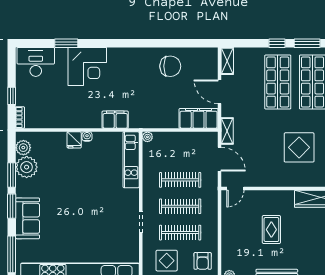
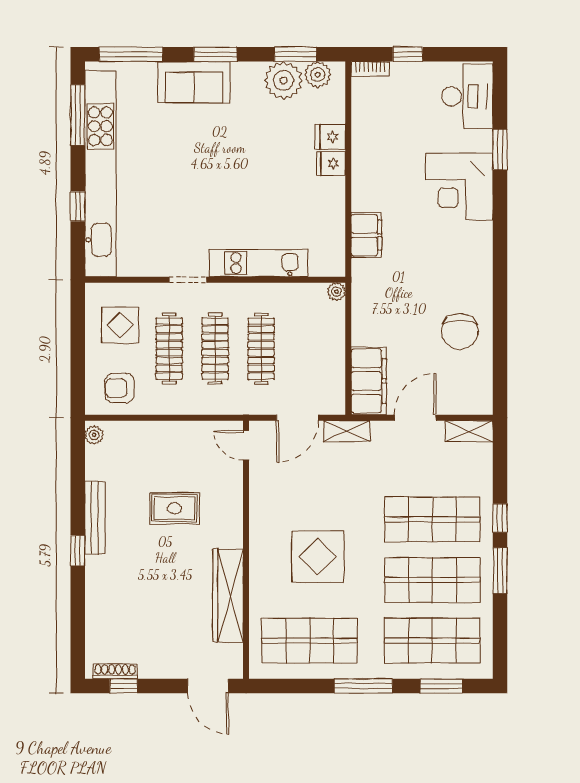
water cooler: (87, 136) -> (337, 186), removed
fridge: (59, 140) -> (330, 137), added
kitchen unit: (131, 160) -> (258, 263), moved
window: (12, 175) -> (295, 54), moved

